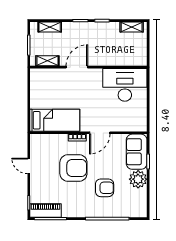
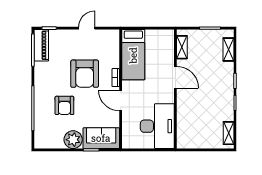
shelving: (47, 61) -> (182, 47), moved
door: (77, 67) -> (175, 77), moved
wall: (88, 67) -> (175, 89), moved
desk: (125, 85) -> (157, 126), moved

